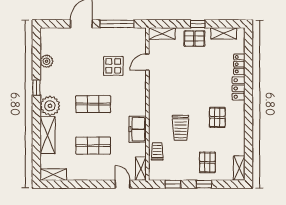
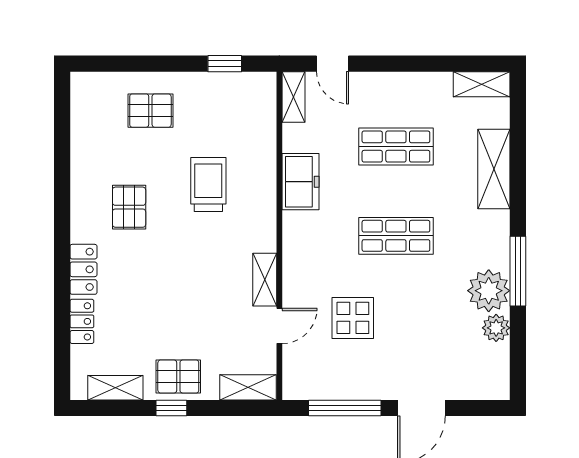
window: (36, 88) -> (518, 271), width x2.17
plant: (50, 106) -> (489, 291), moved
trolley: (157, 151) -> (258, 134), removed
pallet: (207, 162) -> (150, 111), turned 90
shelving: (239, 168) -> (265, 280), moved
window: (204, 184) -> (158, 64), removed

